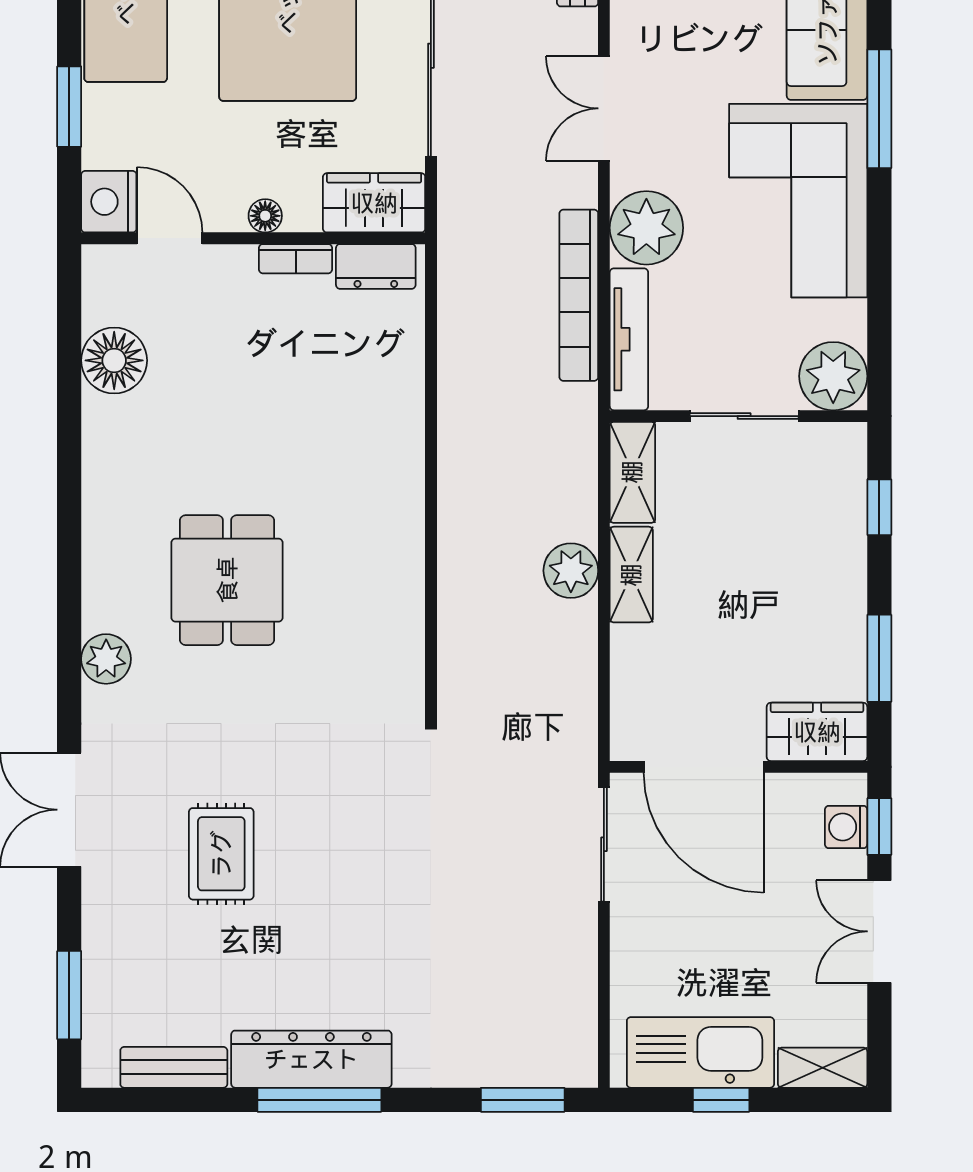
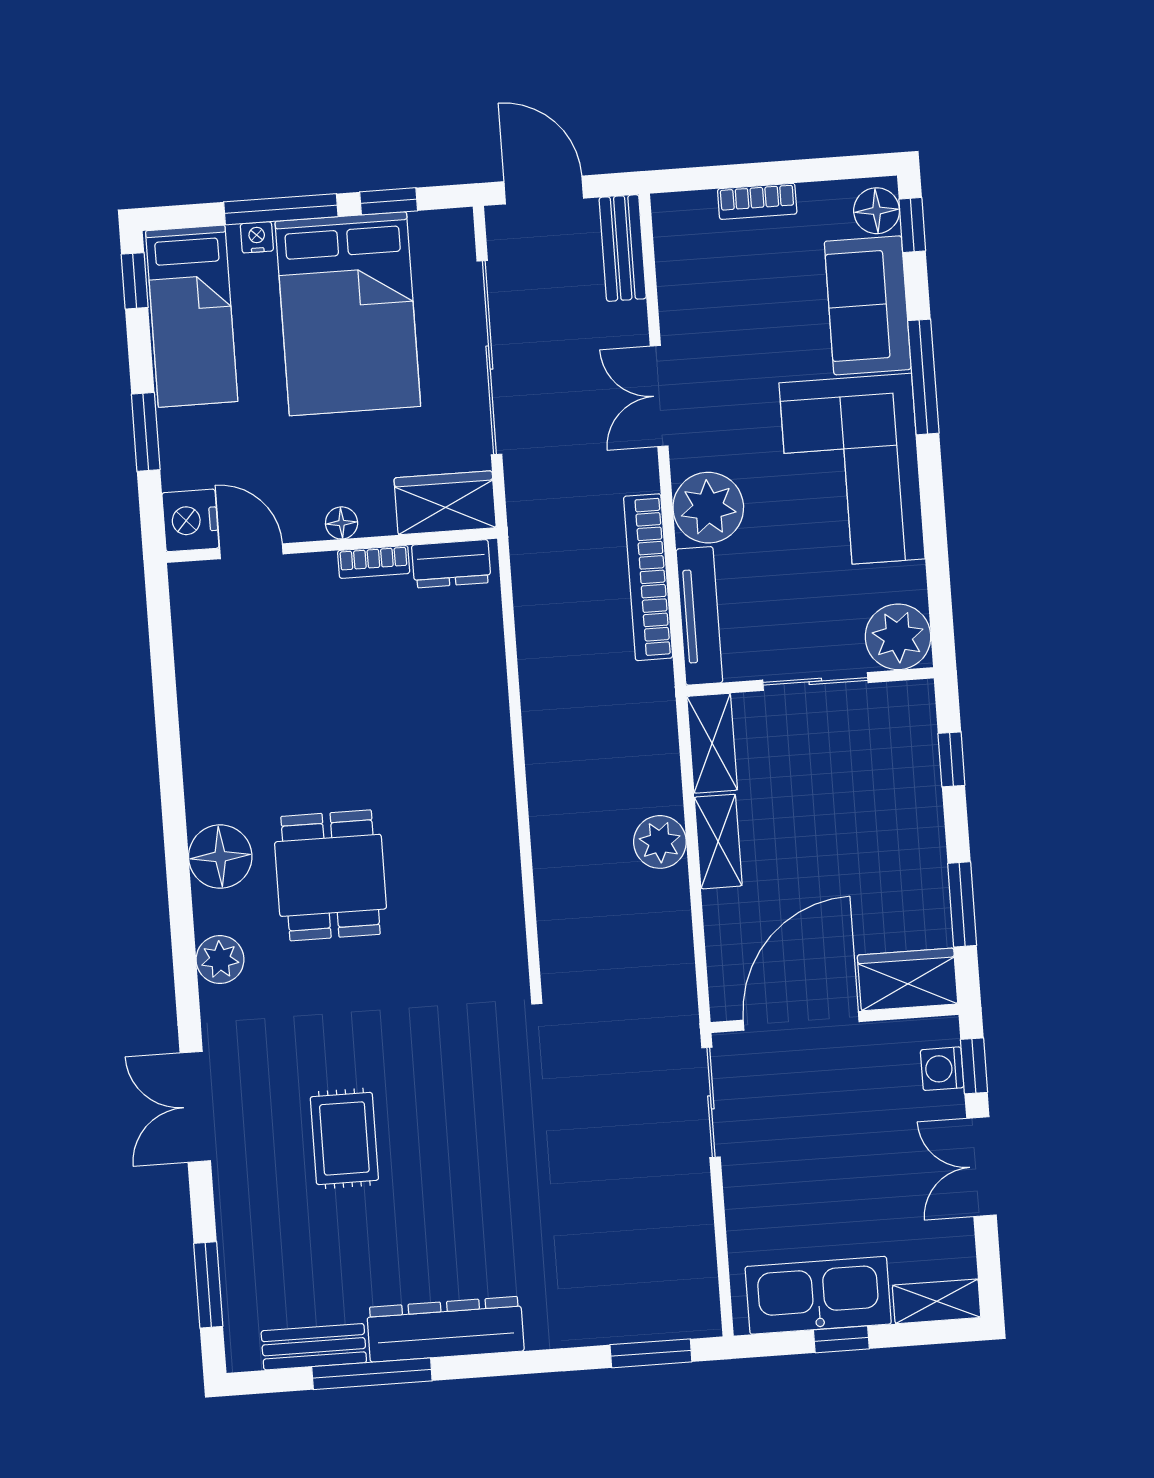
floor lamp: (114, 360) -> (220, 857), moved
door: (704, 767) -> (801, 1021), swing flipped
window: (319, 1100) -> (372, 1374), moved

